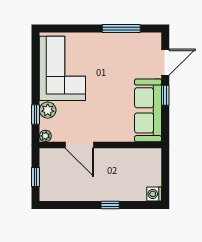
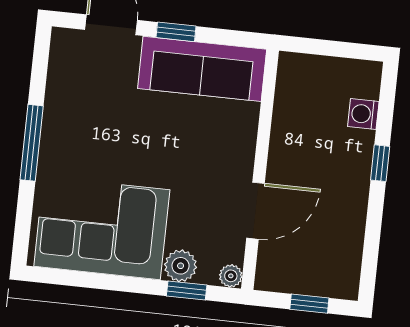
window: (121, 28) -> (32, 143), moved
washing machine: (154, 194) -> (363, 114), moved, turned 90

